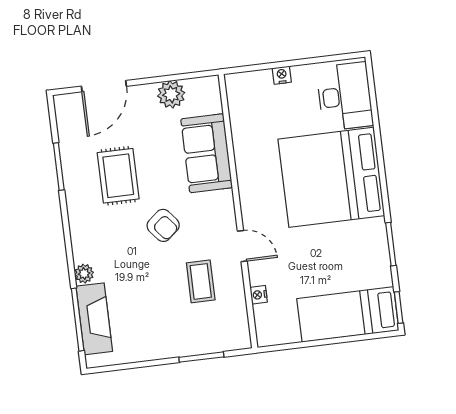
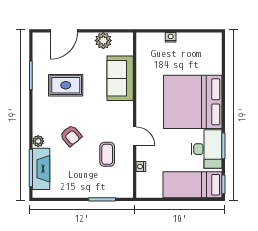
desk: (345, 96) -> (207, 149), moved
rug: (118, 176) -> (66, 85), turned 90
armchair: (163, 225) -> (71, 136), moved

